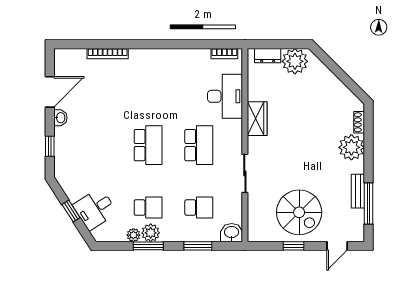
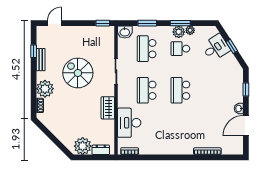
window: (368, 204) -> (34, 51), width x0.46
school desk: (199, 208) -> (147, 49), width x1.85
spiral stairs: (299, 212) -> (78, 73), moved
window: (294, 246) -> (103, 23), moved

